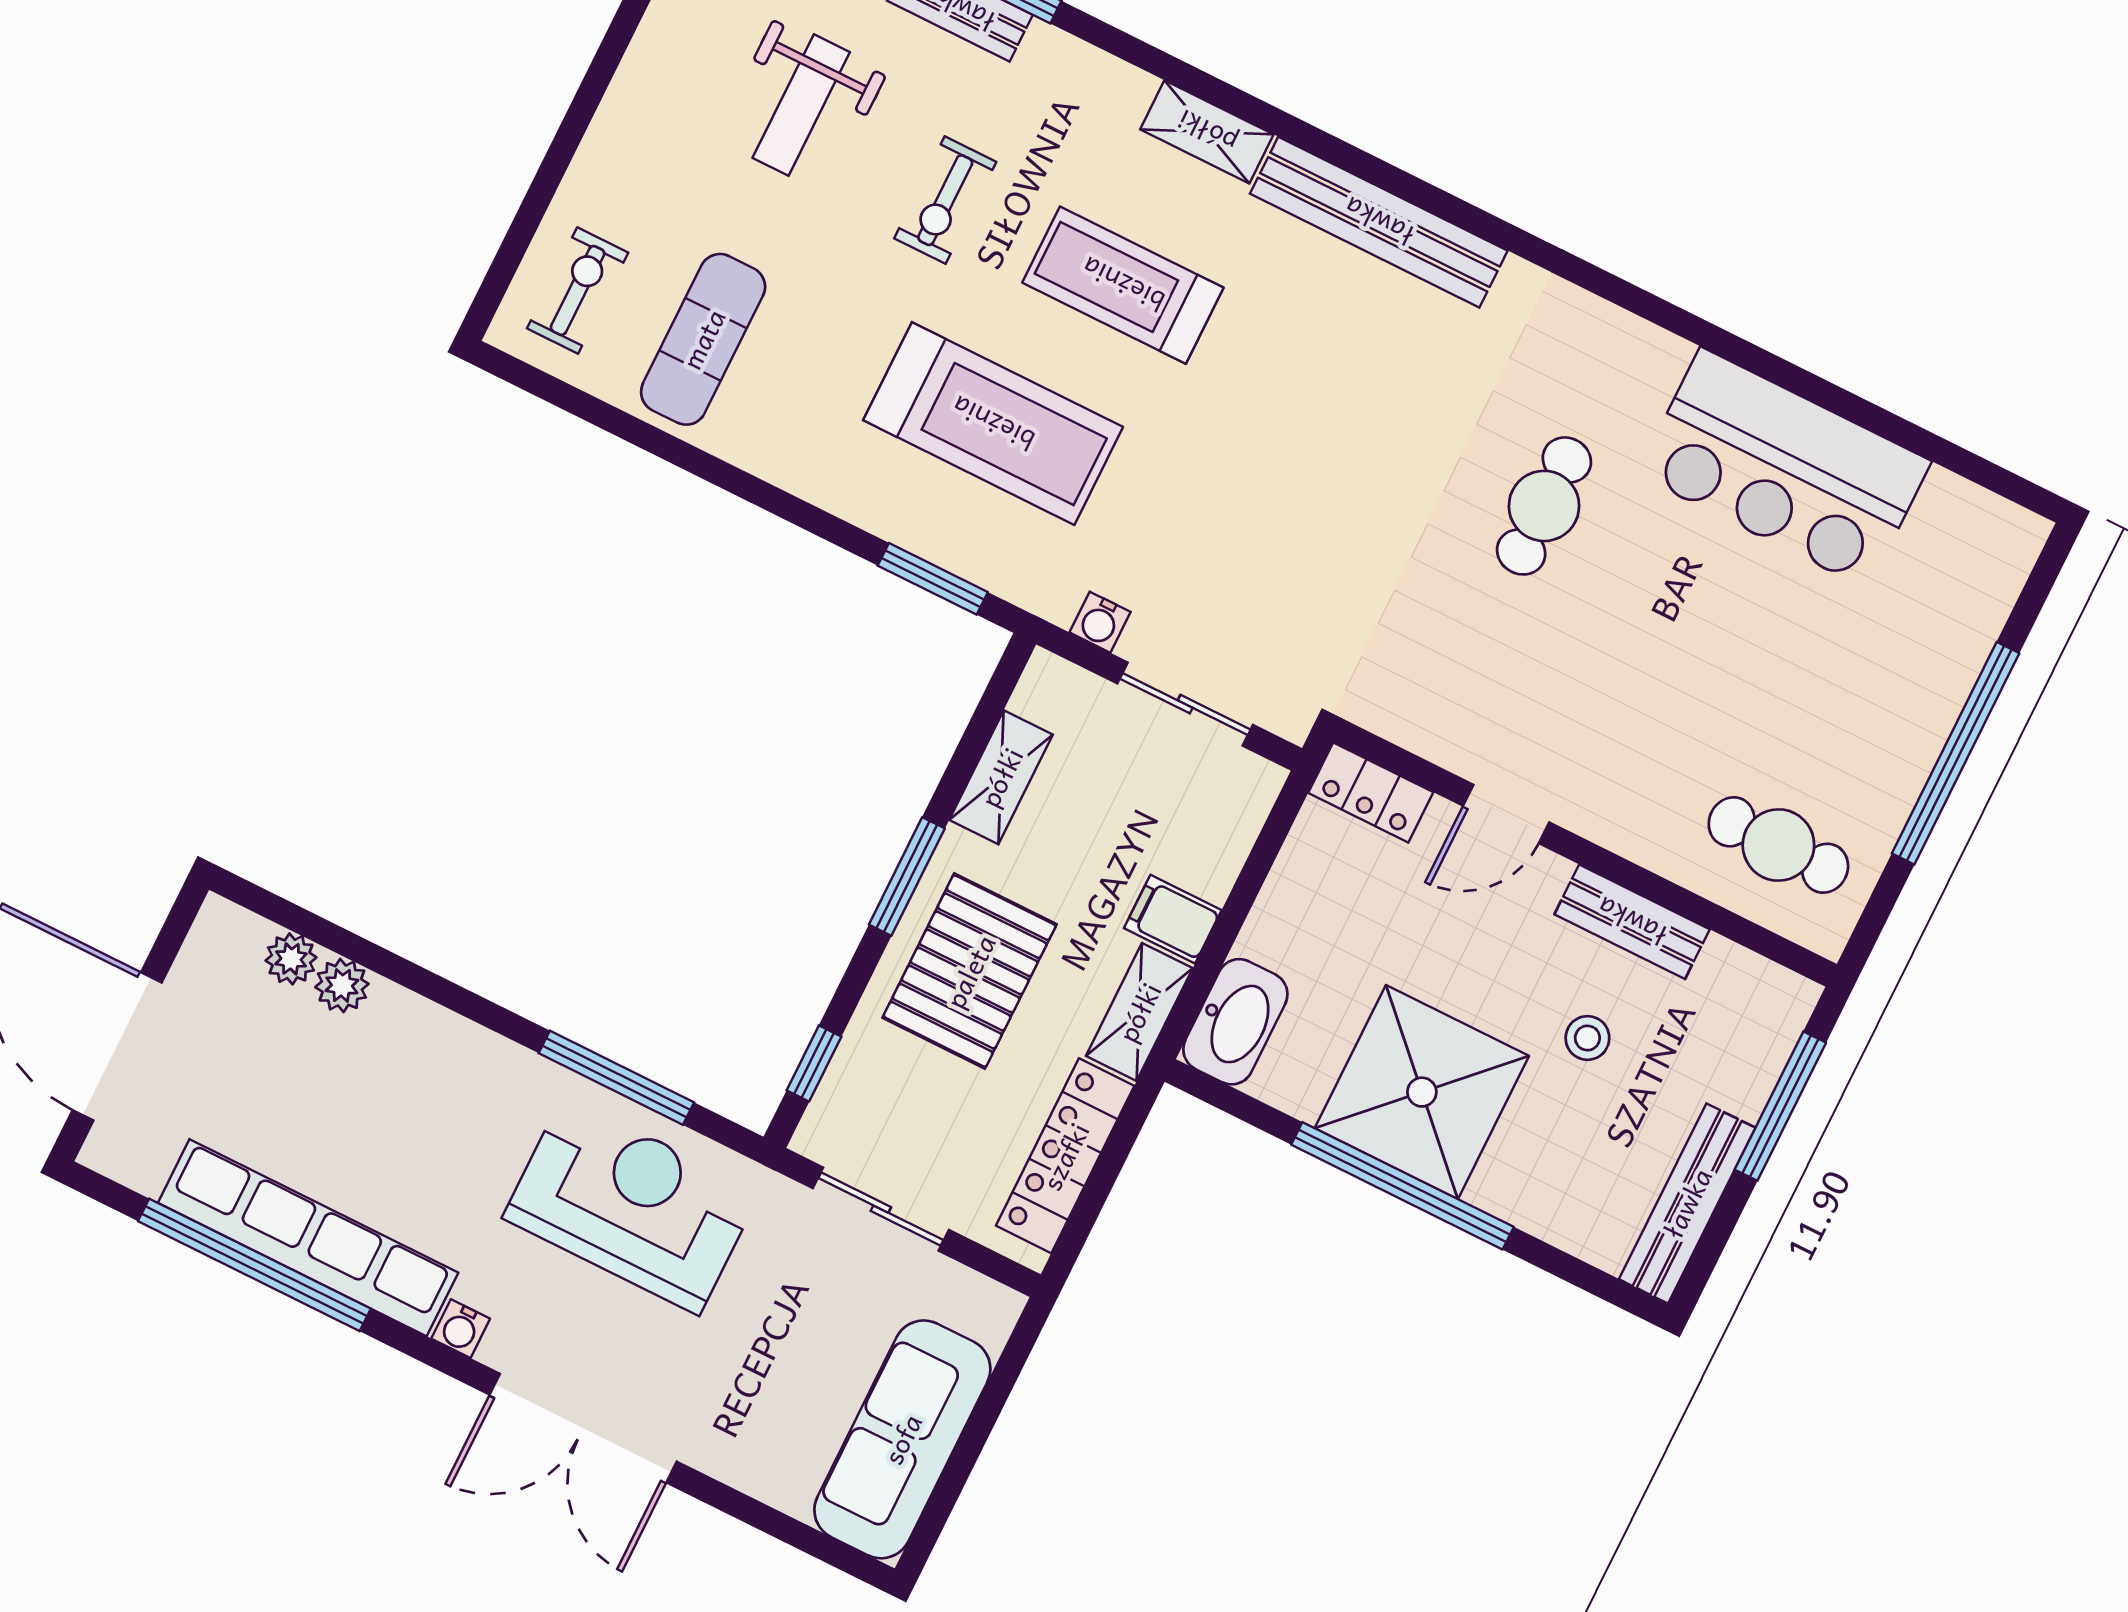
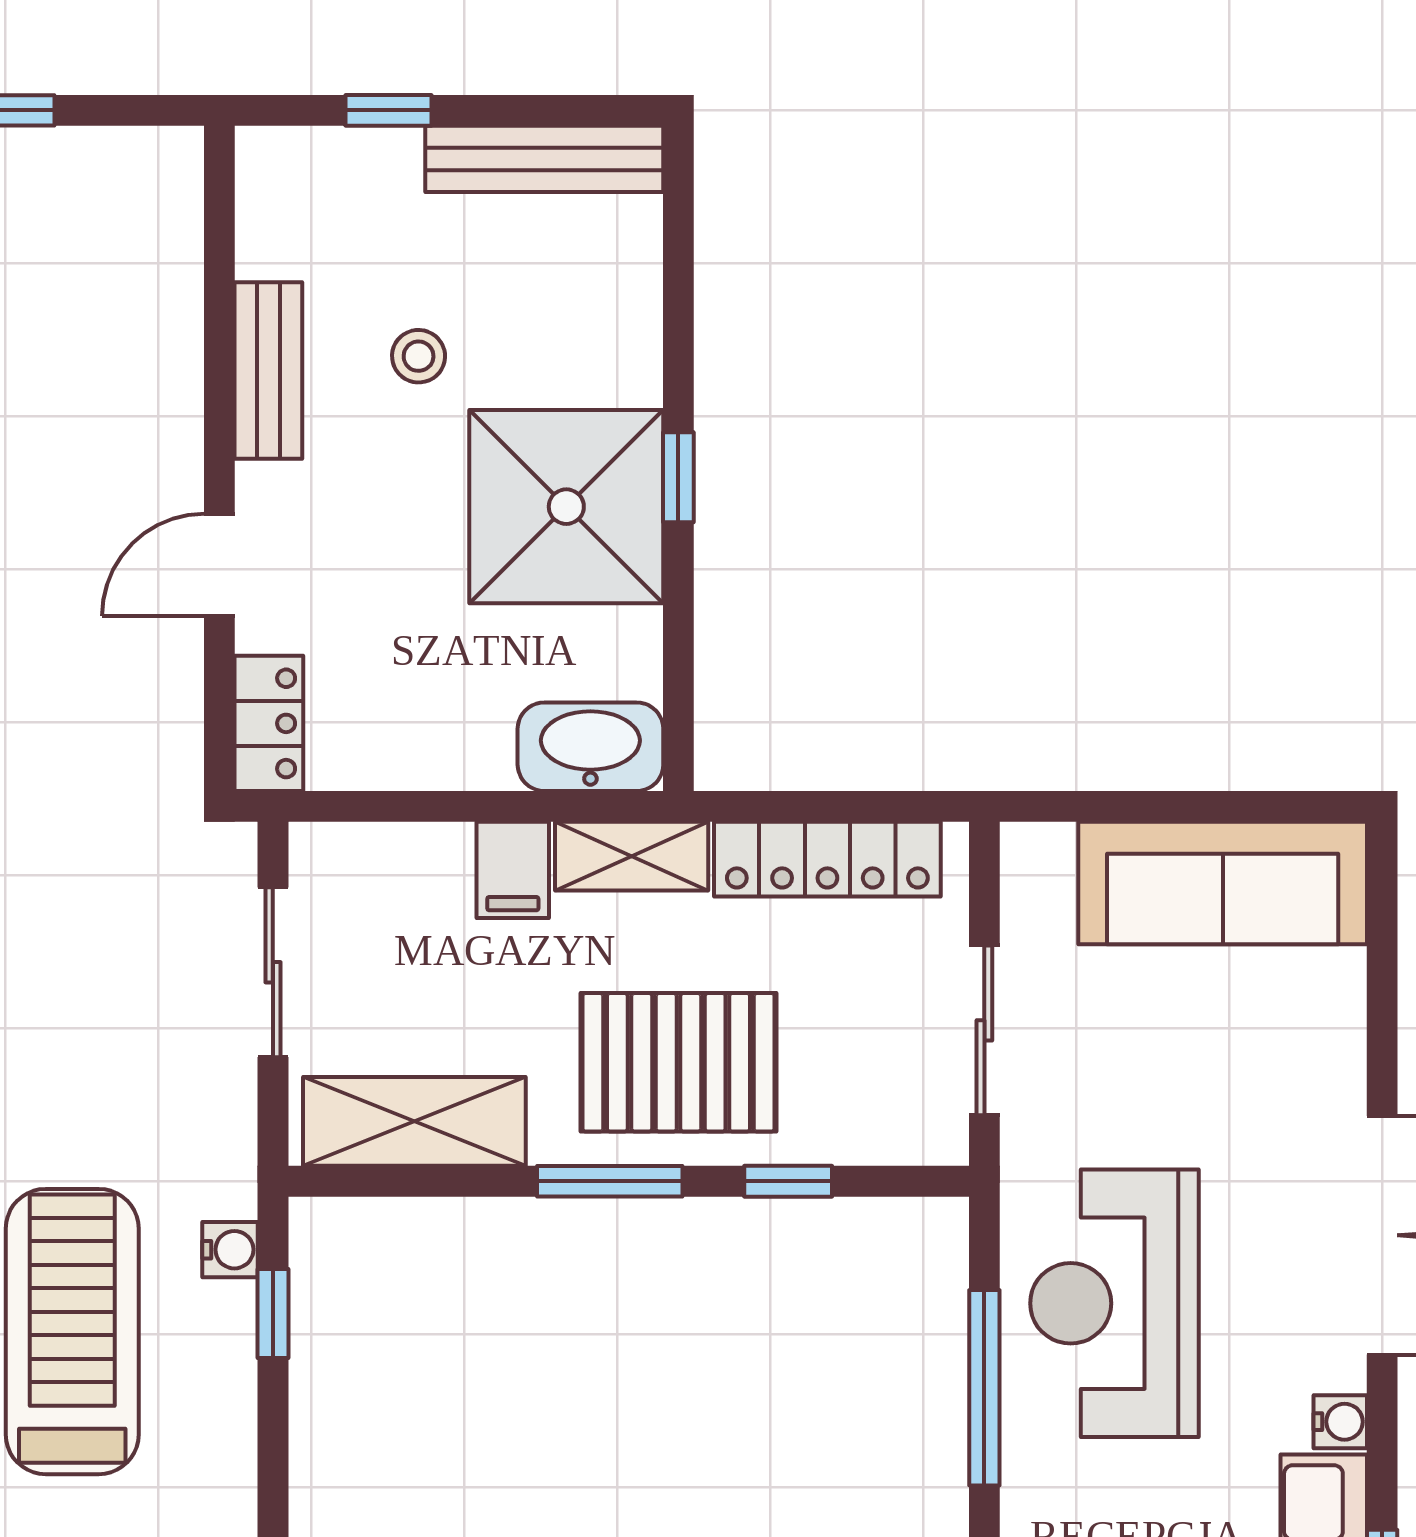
window: (933, 579) -> (273, 1313), width x0.67
water cooler: (1100, 622) -> (230, 1250), moved
shelving: (1001, 777) -> (414, 1121), width x1.50, depth x1.33
door: (1506, 814) -> (219, 565), swing flipped
cafe table: (1778, 845) -> (106, 253), removed
window: (814, 1063) -> (788, 1181), moved
window: (1780, 1106) -> (388, 110), width x0.46
window: (1402, 1186) -> (678, 477), width x0.32

